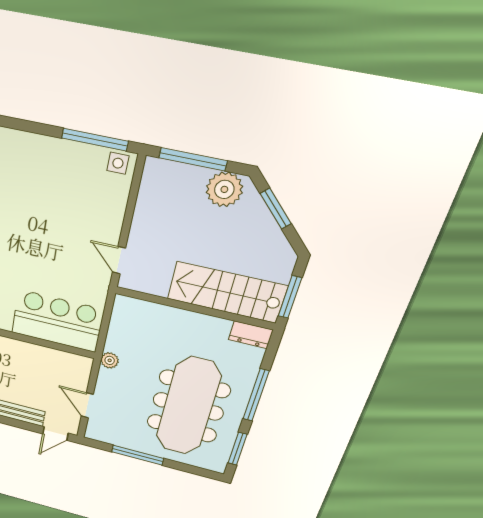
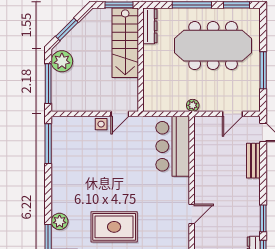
side table: (118, 163) -> (101, 124), moved
dresser: (251, 335) -> (150, 26), width x1.44

